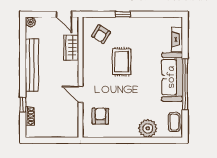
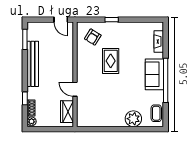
plant: (30, 22) -> (32, 121), moved
window: (23, 37) -> (25, 39), added
wardrobe: (71, 48) -> (67, 112), moved
sofa: (172, 77) -> (154, 74), width x0.73
armchair: (100, 116) -> (92, 108), removed

